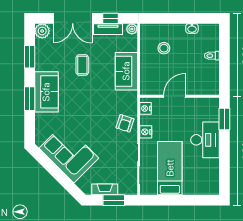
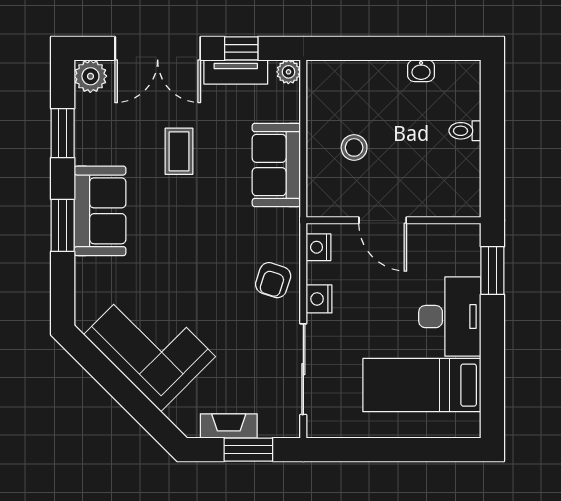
stool: (164, 48) -> (354, 147), moved
door: (175, 96) -> (383, 220), swing flipped
bed: (170, 168) -> (422, 385), moved, turned -90

